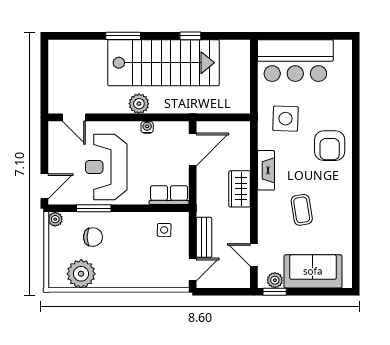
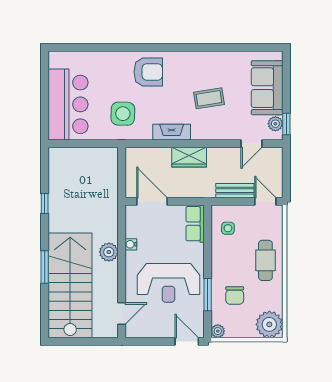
stairs: (163, 63) -> (70, 285), moved
chair: (93, 237) -> (235, 295), turned 180
cafe table: (130, 270) -> (265, 260), added
plant: (81, 274) -> (269, 324), moved

